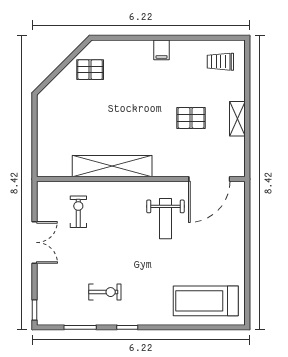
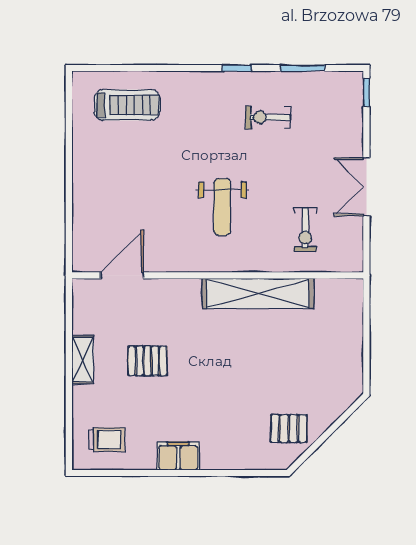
filing cabinet: (162, 50) -> (178, 456), width x2.00
door: (209, 179) -> (122, 275), width x0.73
weight bench: (165, 219) -> (222, 207), moved, turned 180
treadmill: (206, 301) -> (127, 105), width x0.73, depth x0.73

